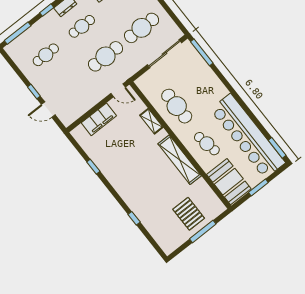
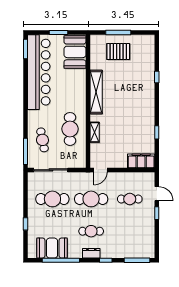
cafe table: (46, 55) -> (130, 199), moved
door: (118, 90) -> (100, 170), swing flipped
filing cabinet: (99, 119) -> (141, 161), moved
cafe table: (207, 144) -> (42, 140), moved
pallet: (189, 214) -> (118, 52), turned 90

